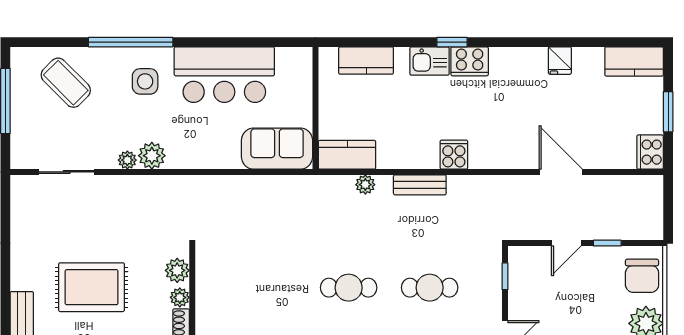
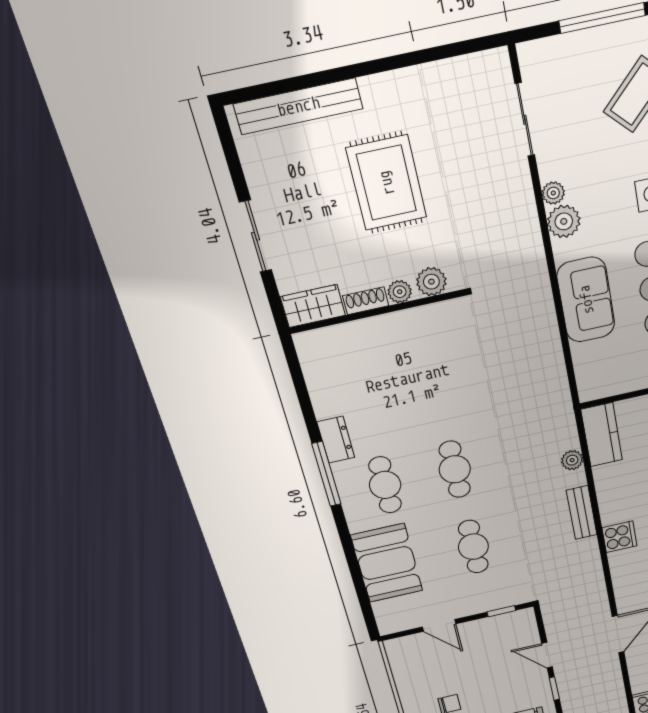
sofa: (277, 149) -> (586, 300), moved

